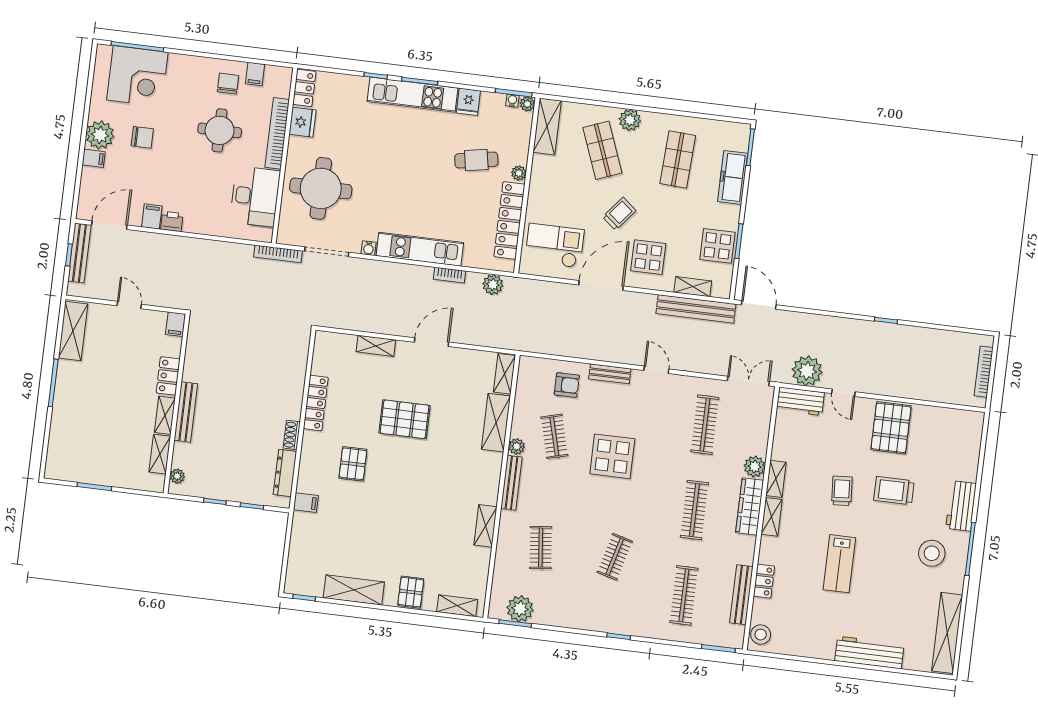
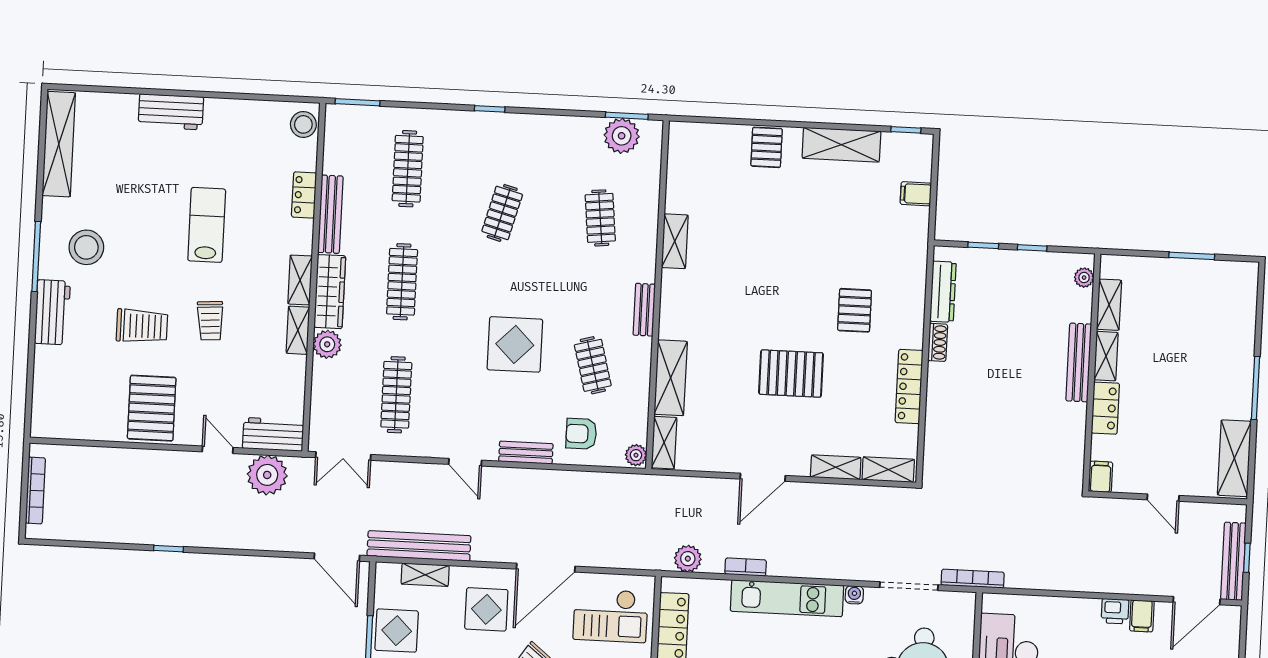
plant: (517, 446) -> (636, 455), moved
bench: (511, 483) -> (644, 310), width x0.73
filing cabinet: (306, 503) -> (916, 194), moved
bench: (741, 595) -> (330, 214), moved
shelving: (457, 606) -> (888, 470), moved
workbench: (869, 652) -> (171, 112), width x0.73

